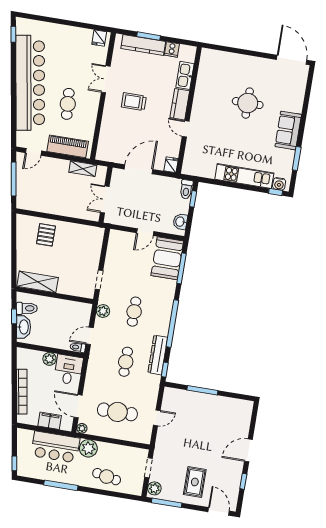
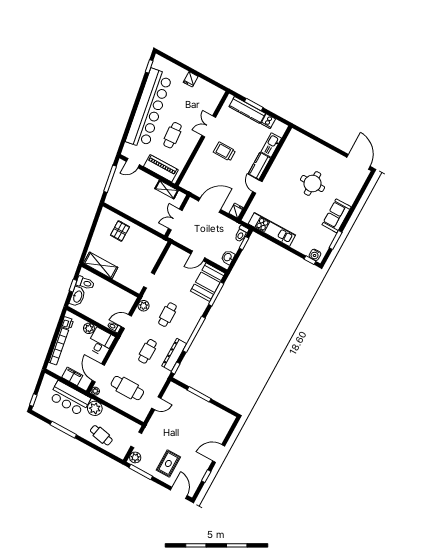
fridge: (99, 38) -> (191, 79), moved
kitchen unit: (244, 176) -> (272, 229), moved
printer: (23, 362) -> (67, 323), added

